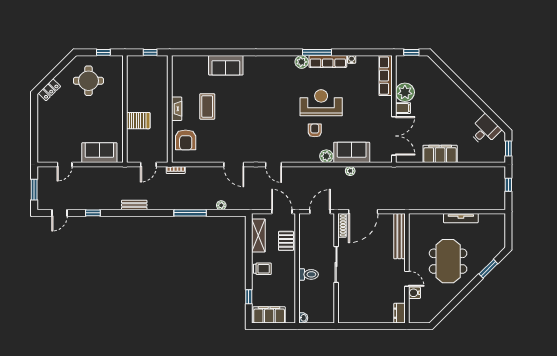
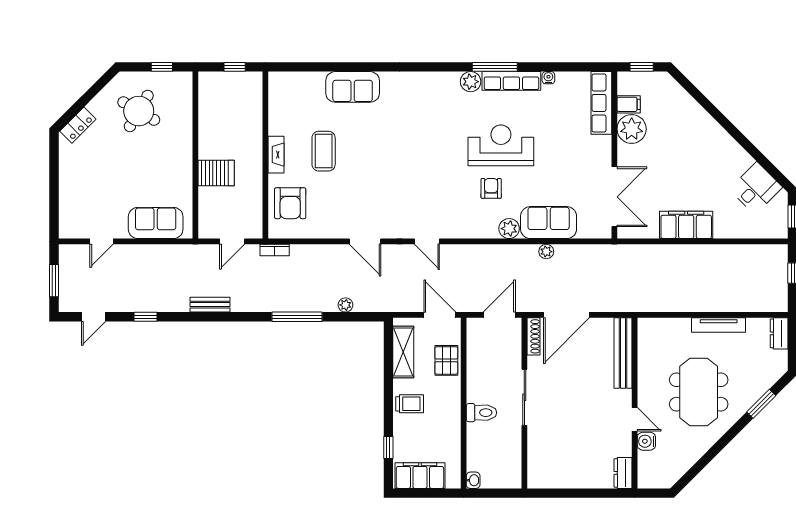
round table: (88, 81) -> (139, 111), turned 30
filing cabinet: (403, 108) -> (629, 104), moved
dresser: (500, 224) -> (779, 333), added

